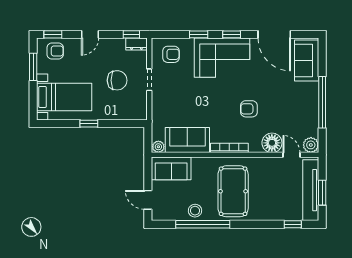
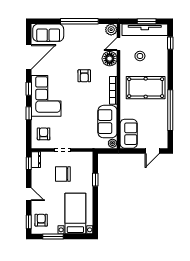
chair: (117, 80) -> (63, 174), turned -90
window: (89, 124) -> (95, 180), moved
stool: (195, 211) -> (140, 56), moved

